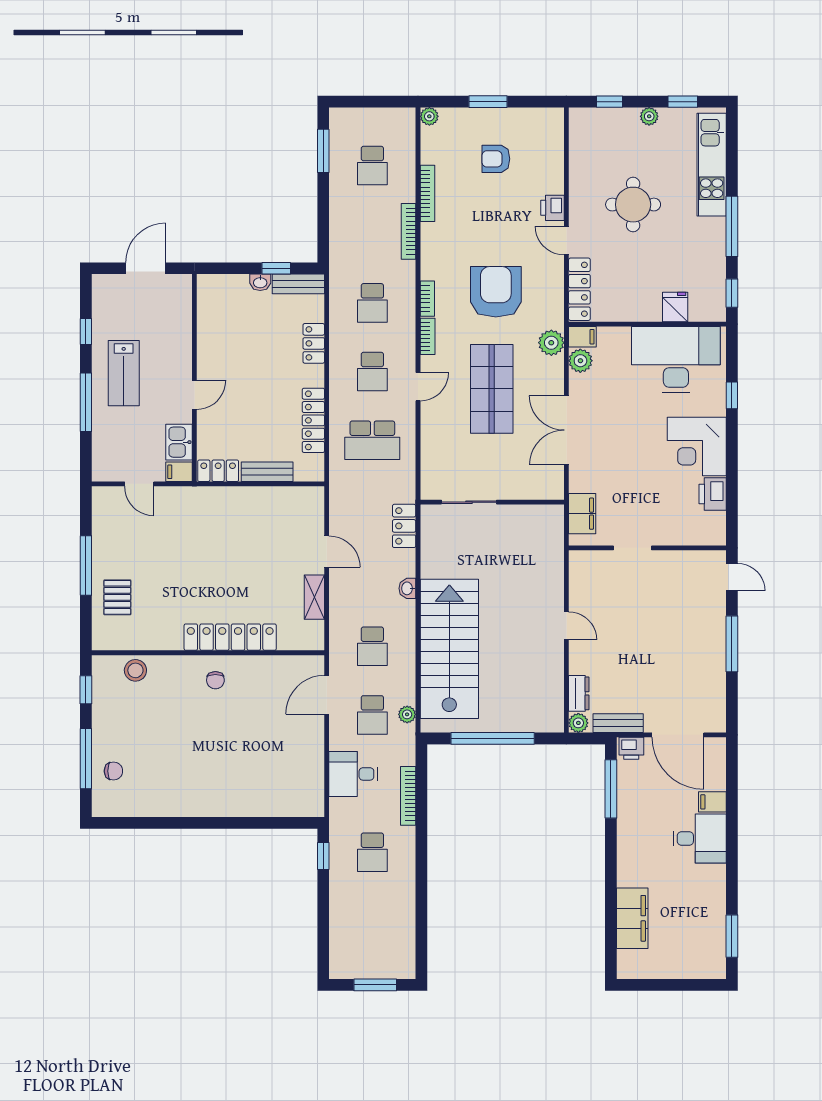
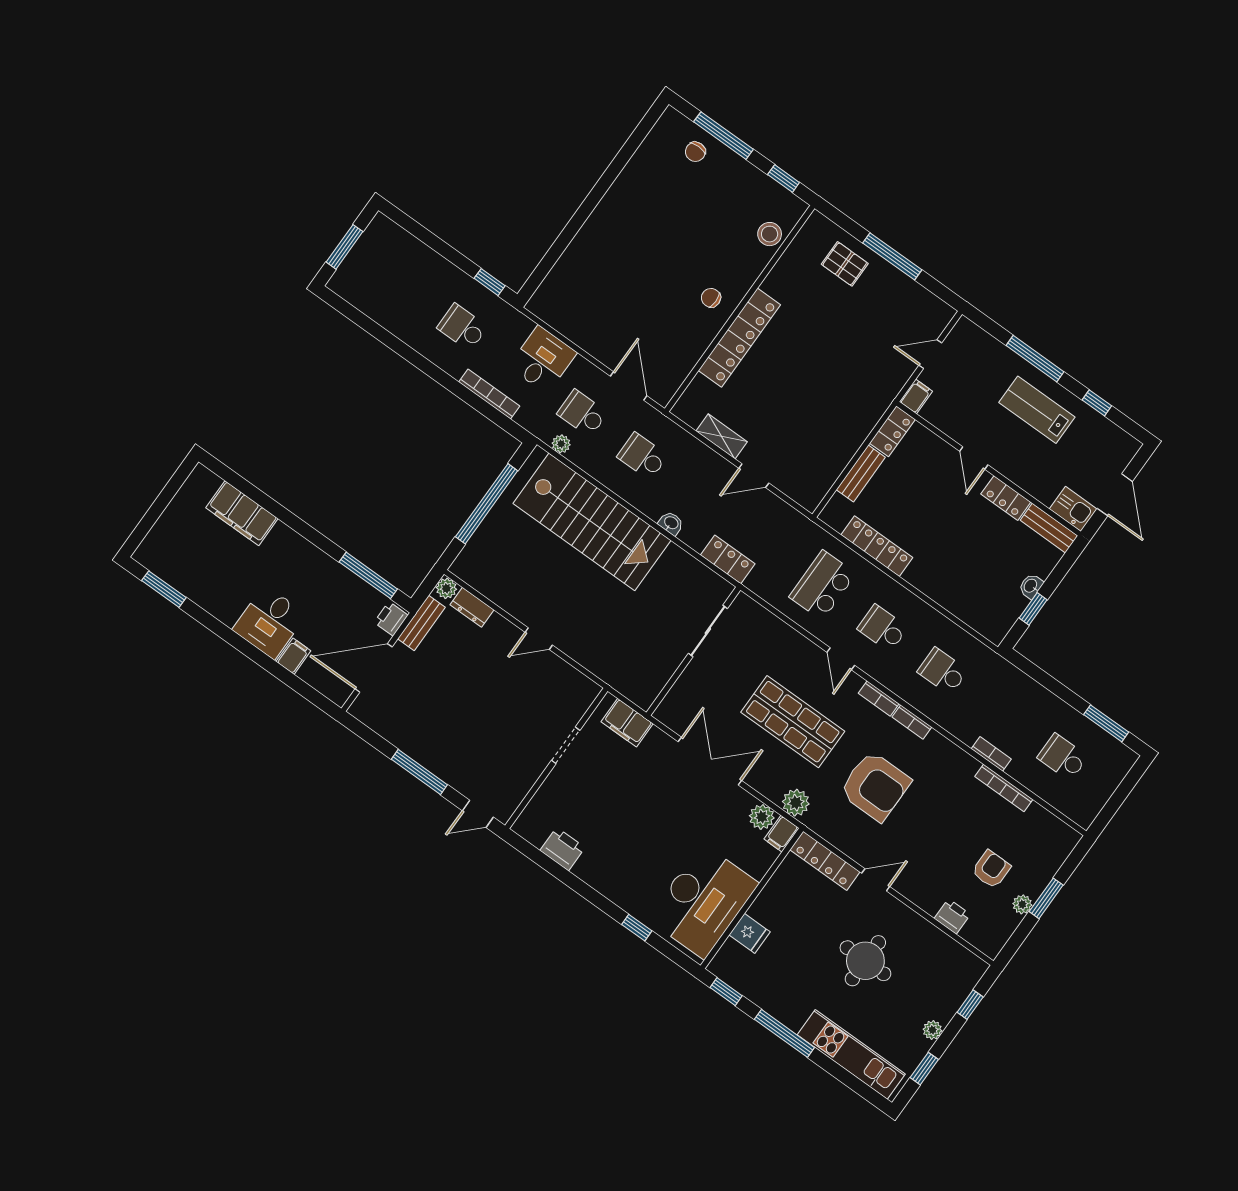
plant: (429, 116) -> (1022, 904), moved
printer: (552, 208) -> (952, 916), moved
bookcase: (409, 231) -> (991, 754), width x0.64
bench: (298, 284) -> (1049, 528), moved, turned 90
locker: (314, 343) -> (1006, 498), moved, turned 180
kitchen sink: (179, 442) -> (1073, 509), moved
corner desk: (697, 446) -> (614, 865), removed

